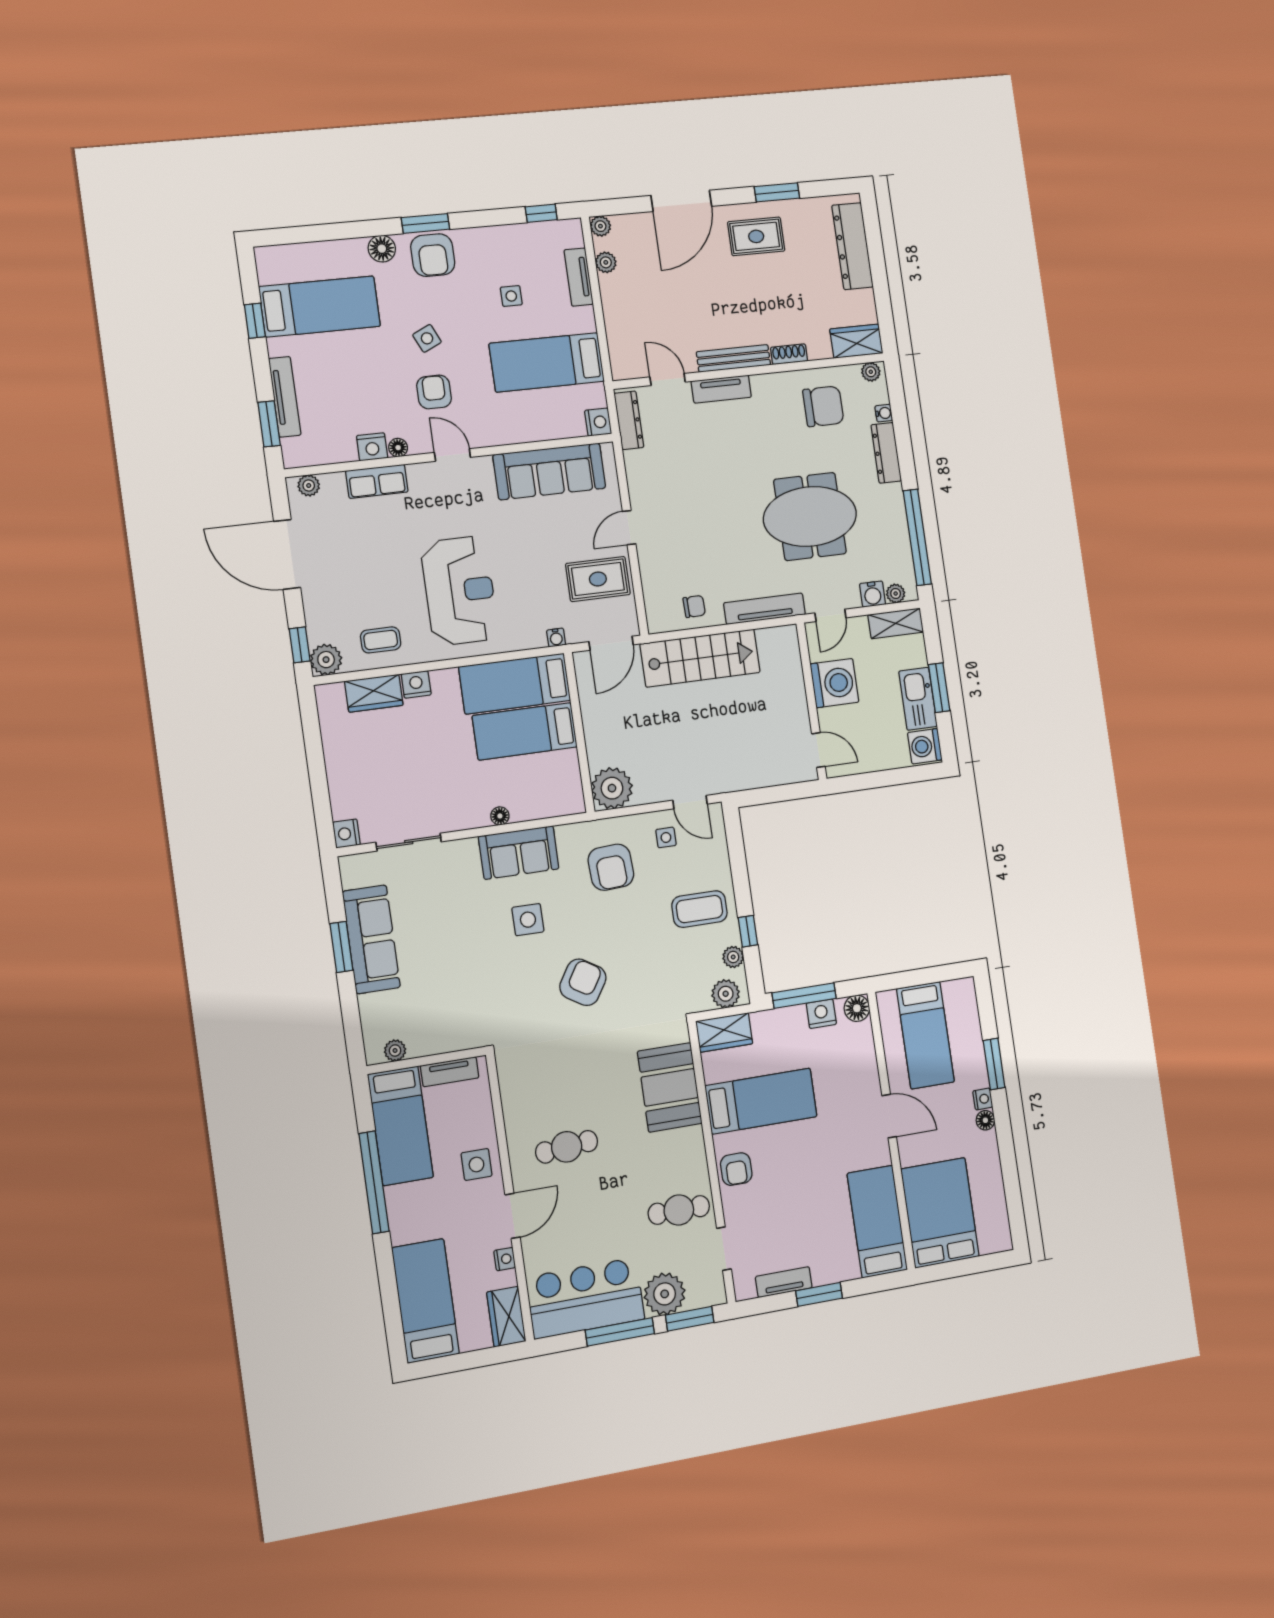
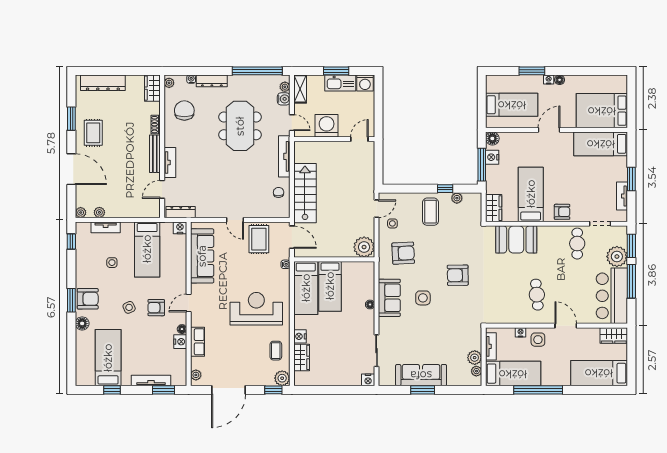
armchair: (583, 982) -> (458, 275), turned -33
plant: (726, 994) -> (475, 358), moved
nightstand: (505, 1259) -> (521, 332), moved

